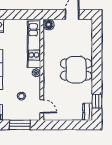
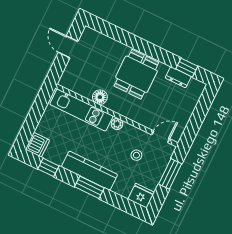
floor lamp: (49, 25) -> (100, 97), moved
dresser: (88, 112) -> (178, 77), moved

